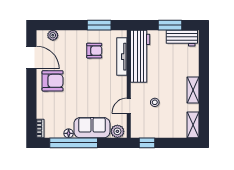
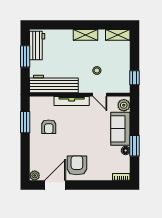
plant: (53, 35) -> (35, 175), moved
armchair: (94, 51) -> (49, 127), turned 180
tv unit: (122, 57) -> (72, 101), moved
window: (74, 143) -> (135, 146), width x0.47

